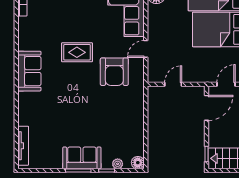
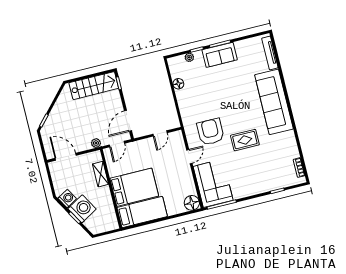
sofa: (29, 71) -> (274, 102), width x1.85, depth x1.27
floor lamp: (138, 163) -> (178, 84), moved

